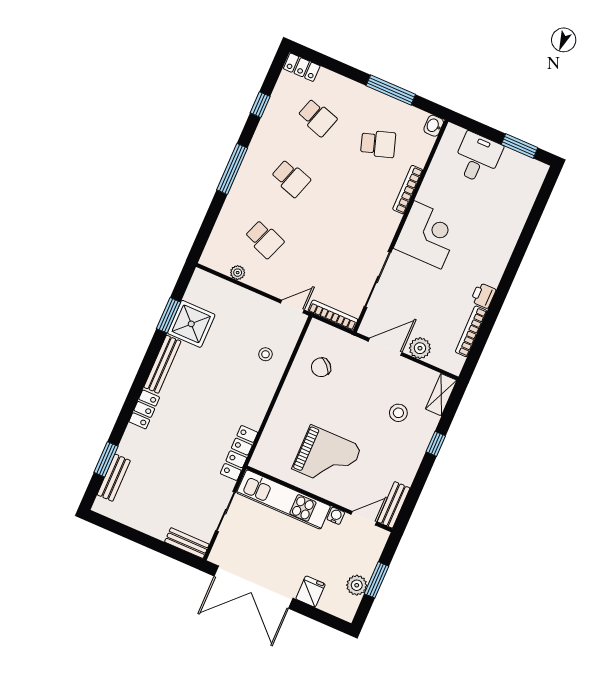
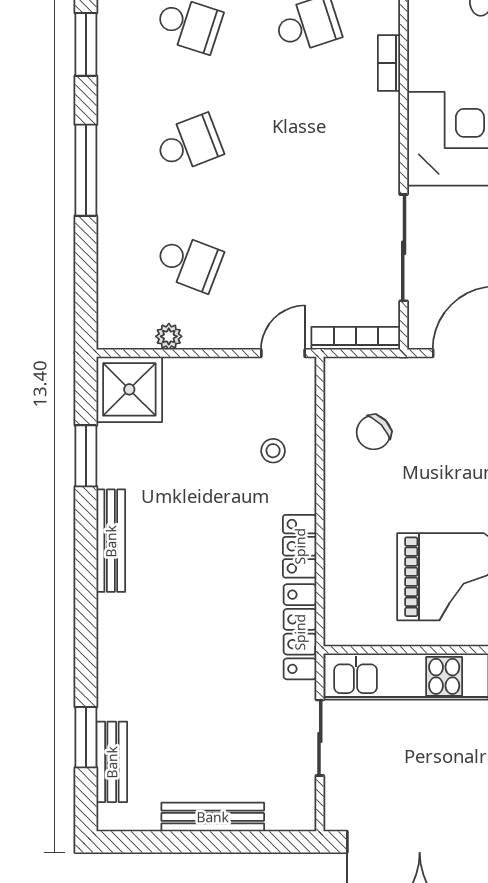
window: (260, 105) -> (86, 44), width x1.50
school desk: (291, 178) -> (189, 144), turned -39
bookcase: (408, 190) -> (389, 63), width x0.64
shower: (191, 324) -> (129, 389), moved
locker: (144, 409) -> (300, 546), moved, turned 180
bench: (187, 543) -> (213, 817), moved, width x1.36

